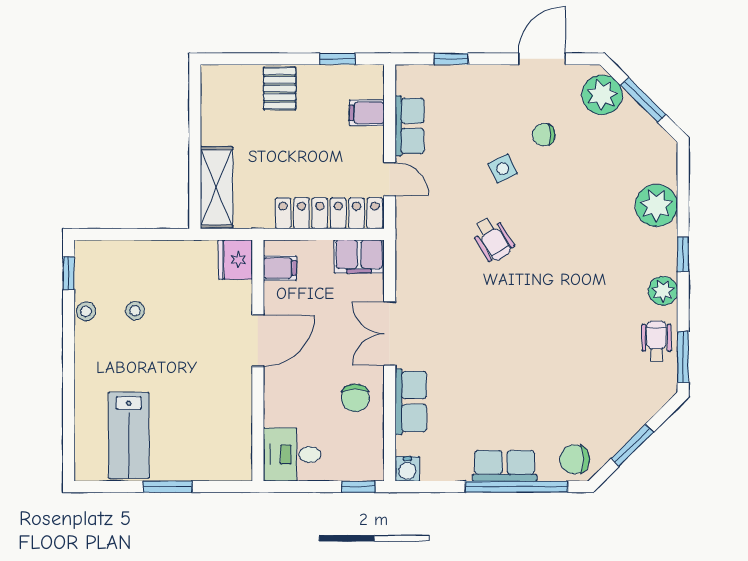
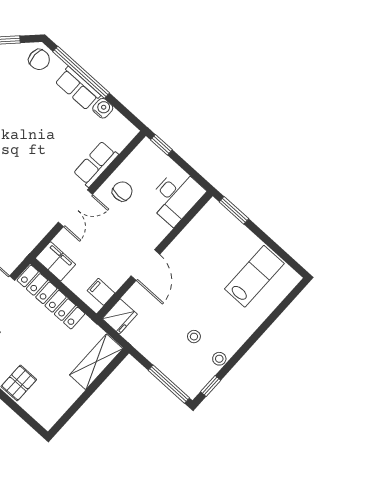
window: (116, 234) -> (169, 384), added
door: (258, 341) -> (145, 265), swing flipped
desk: (292, 455) -> (176, 197), width x1.37
water cooler: (407, 469) -> (103, 108), moved
window: (168, 487) -> (234, 210), moved

